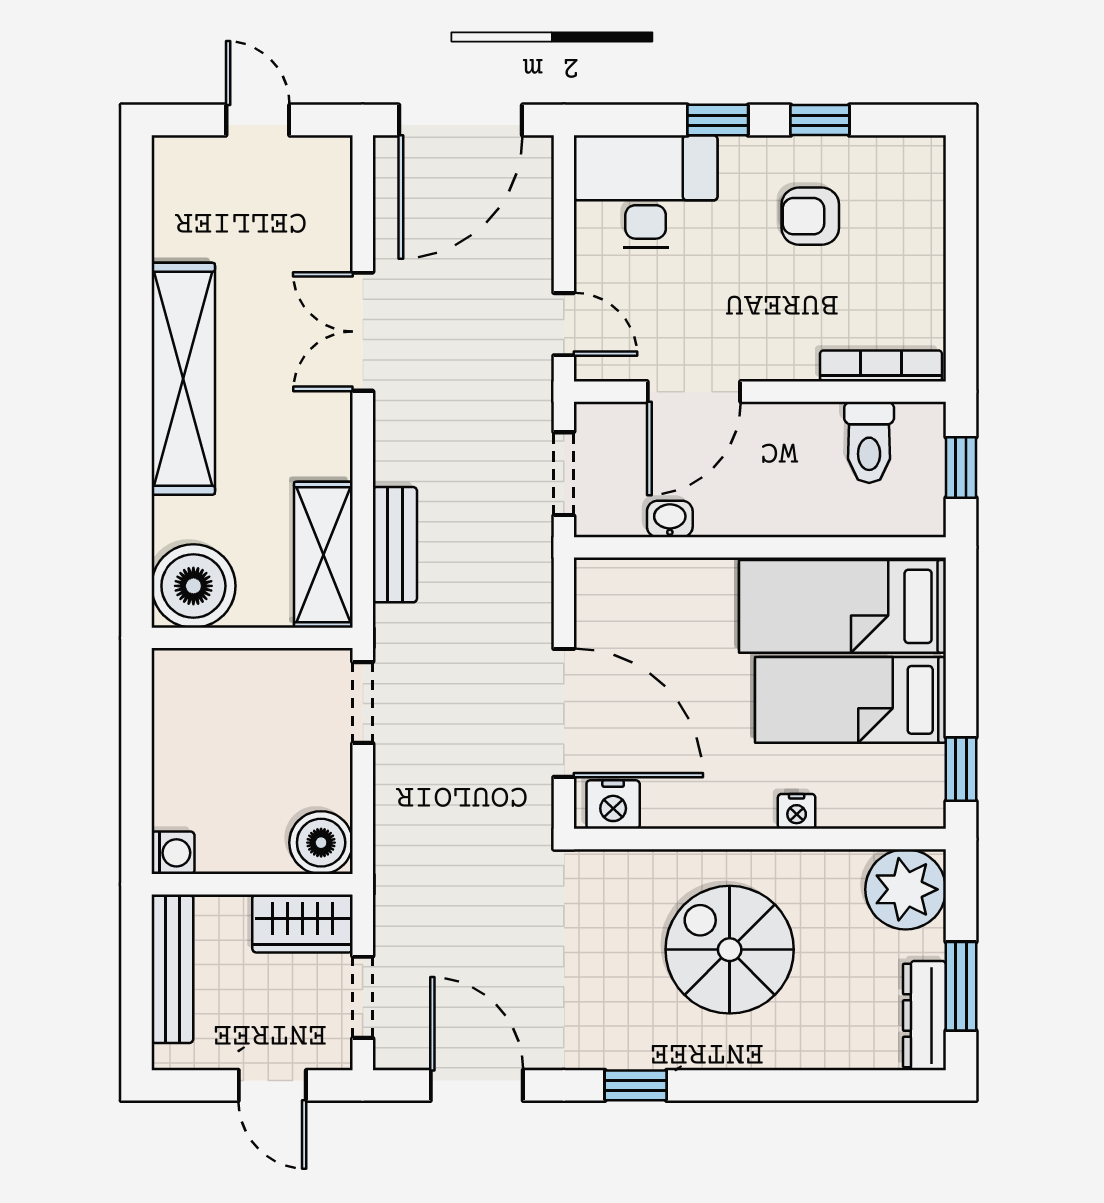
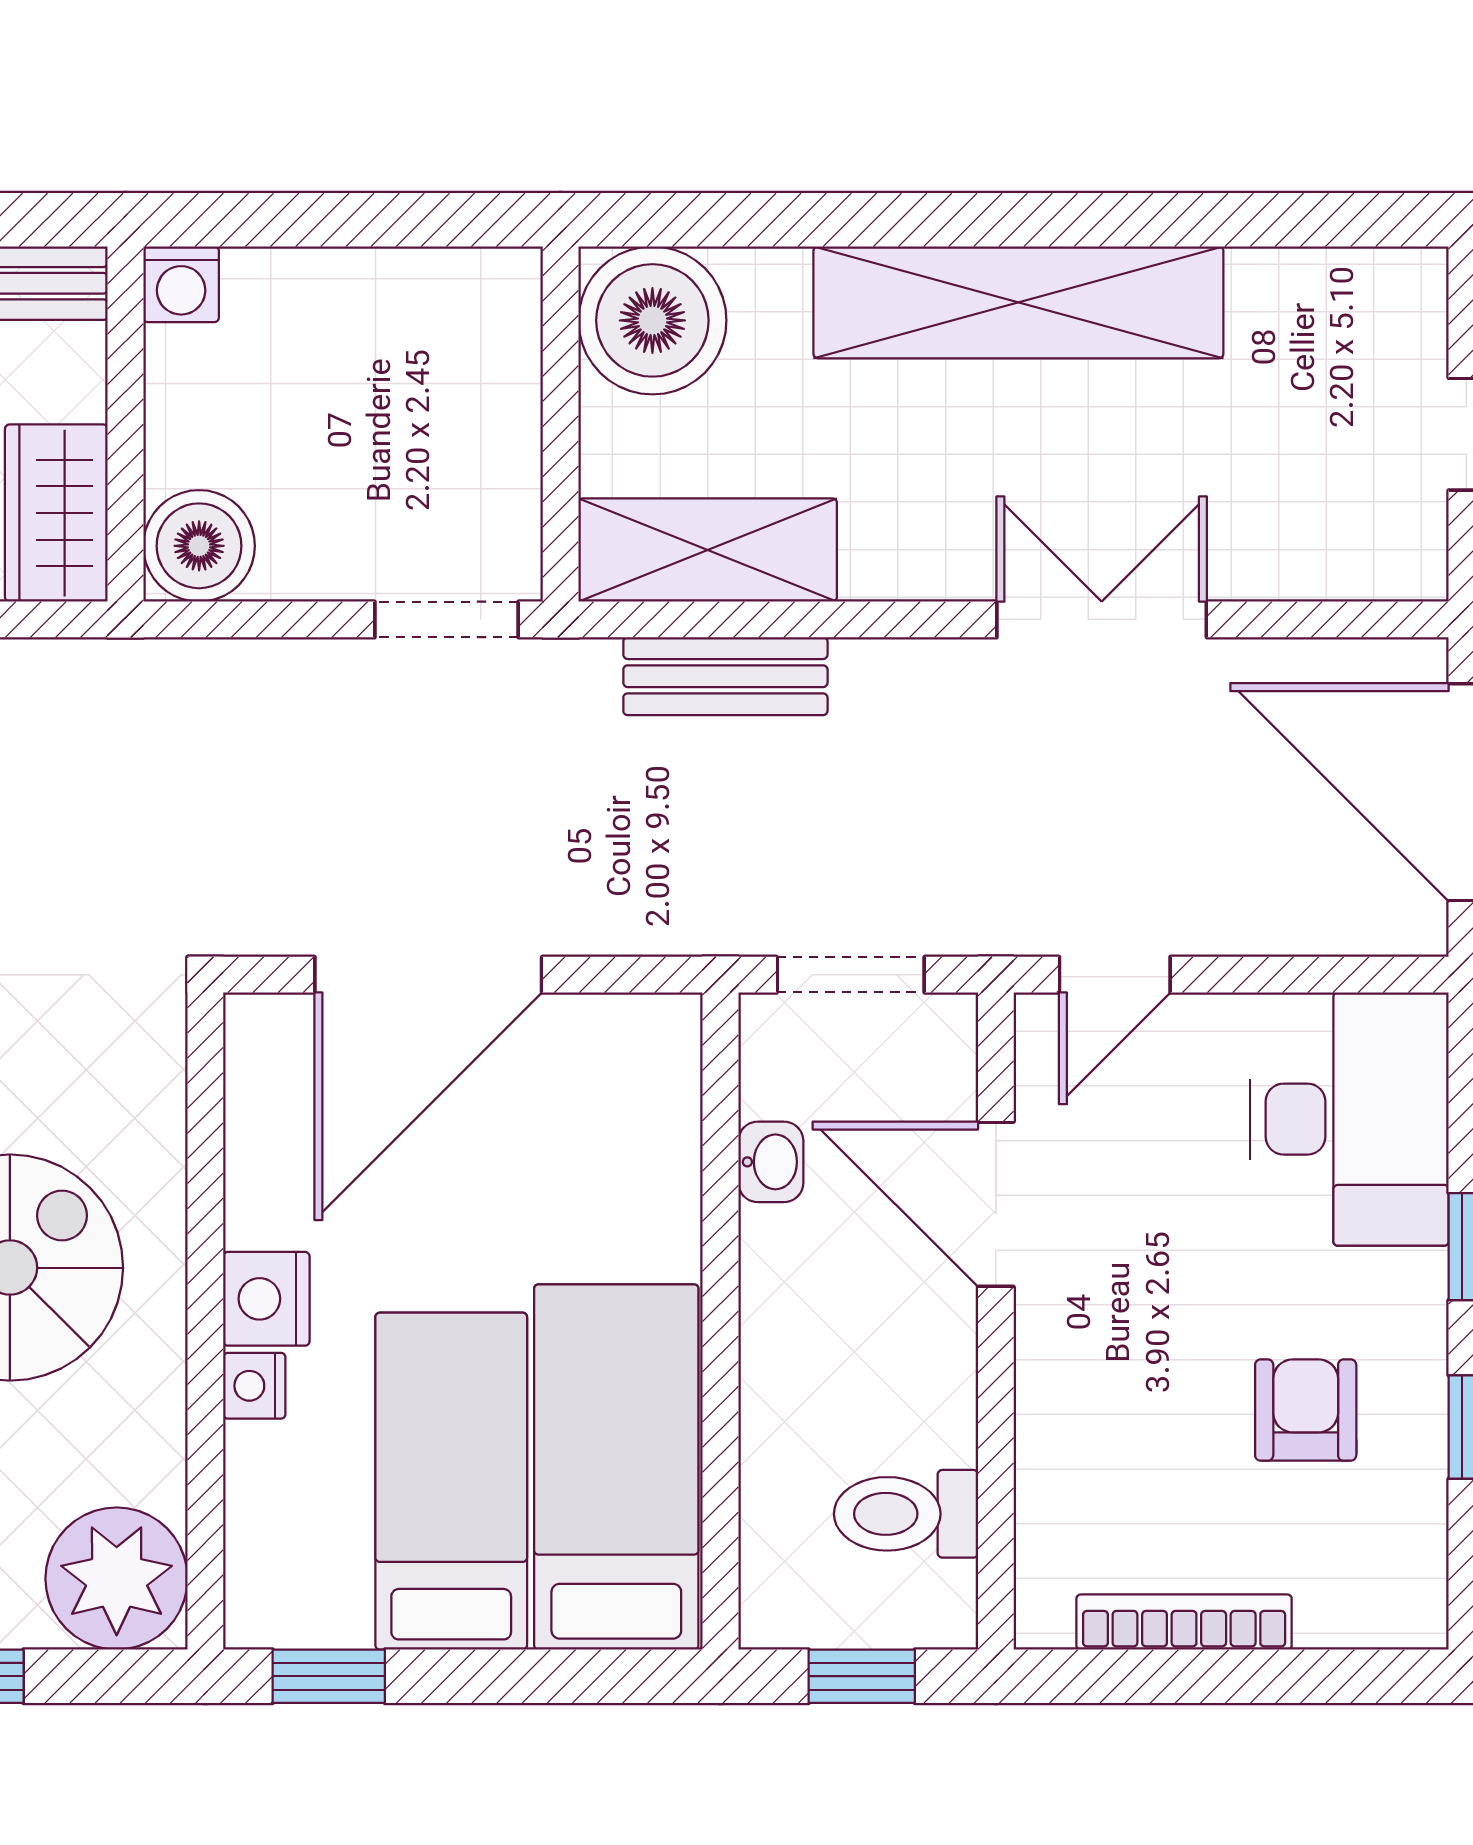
bookcase: (881, 366) -> (1184, 1622), moved, turned -90
nightstand: (613, 805) -> (266, 1299), moved

